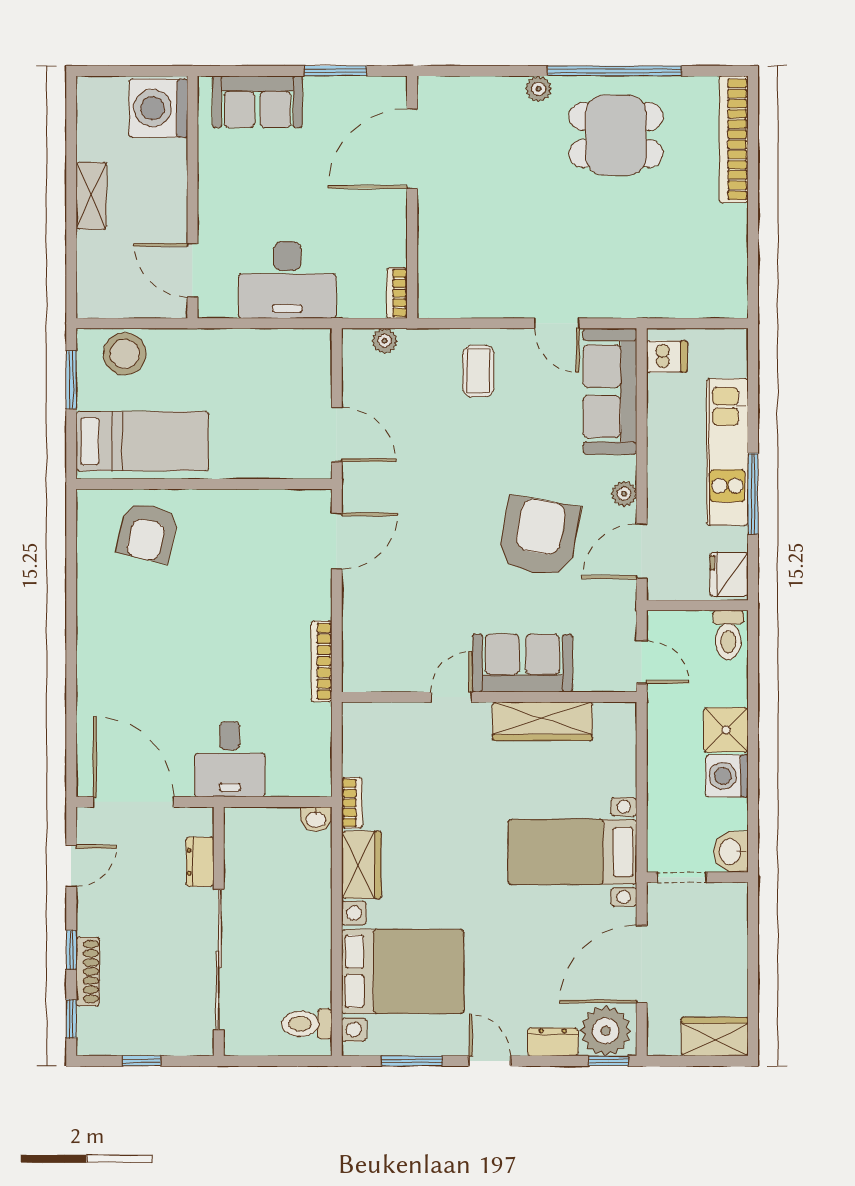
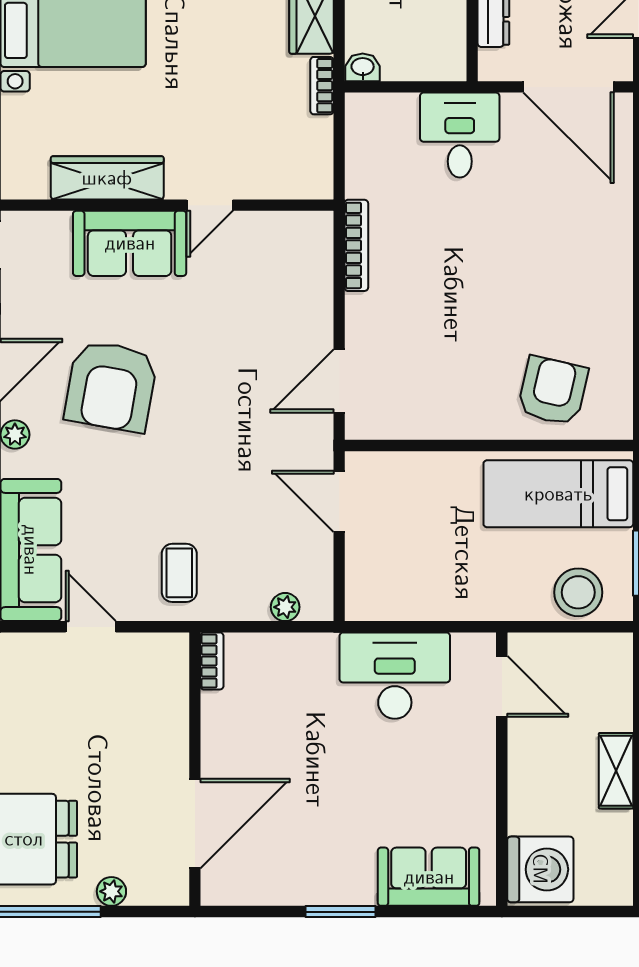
door: (412, 149) -> (195, 824), moved
wall: (412, 197) -> (195, 769), moved
bookcase: (397, 293) -> (212, 661), moved

